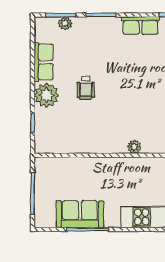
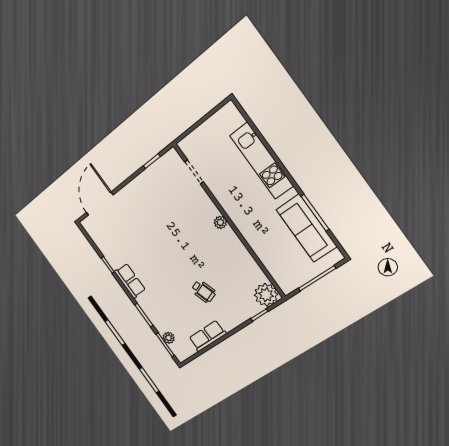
wheelchair: (86, 88) -> (203, 291), turned 71
plant: (47, 95) -> (266, 295), moved
sofa: (80, 214) -> (307, 228), width x1.36

